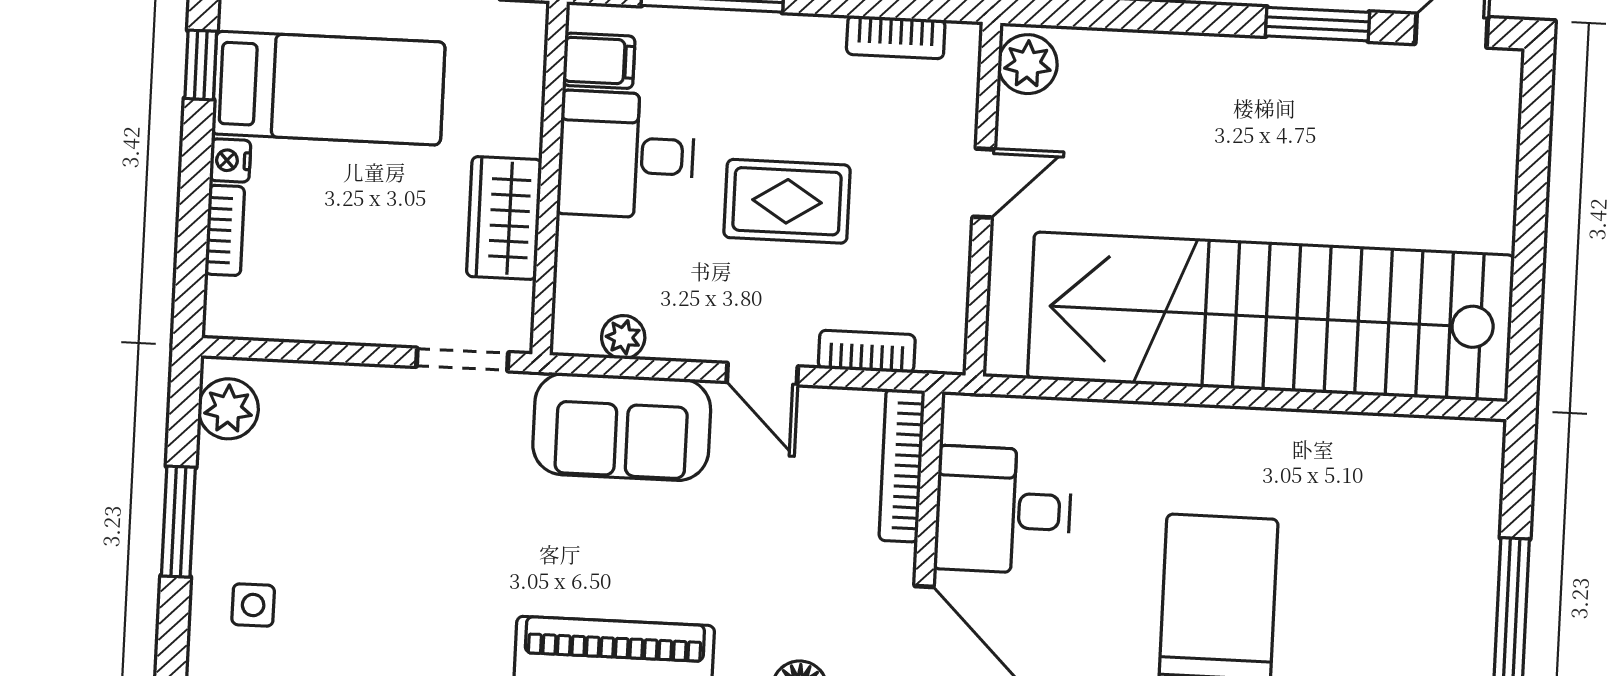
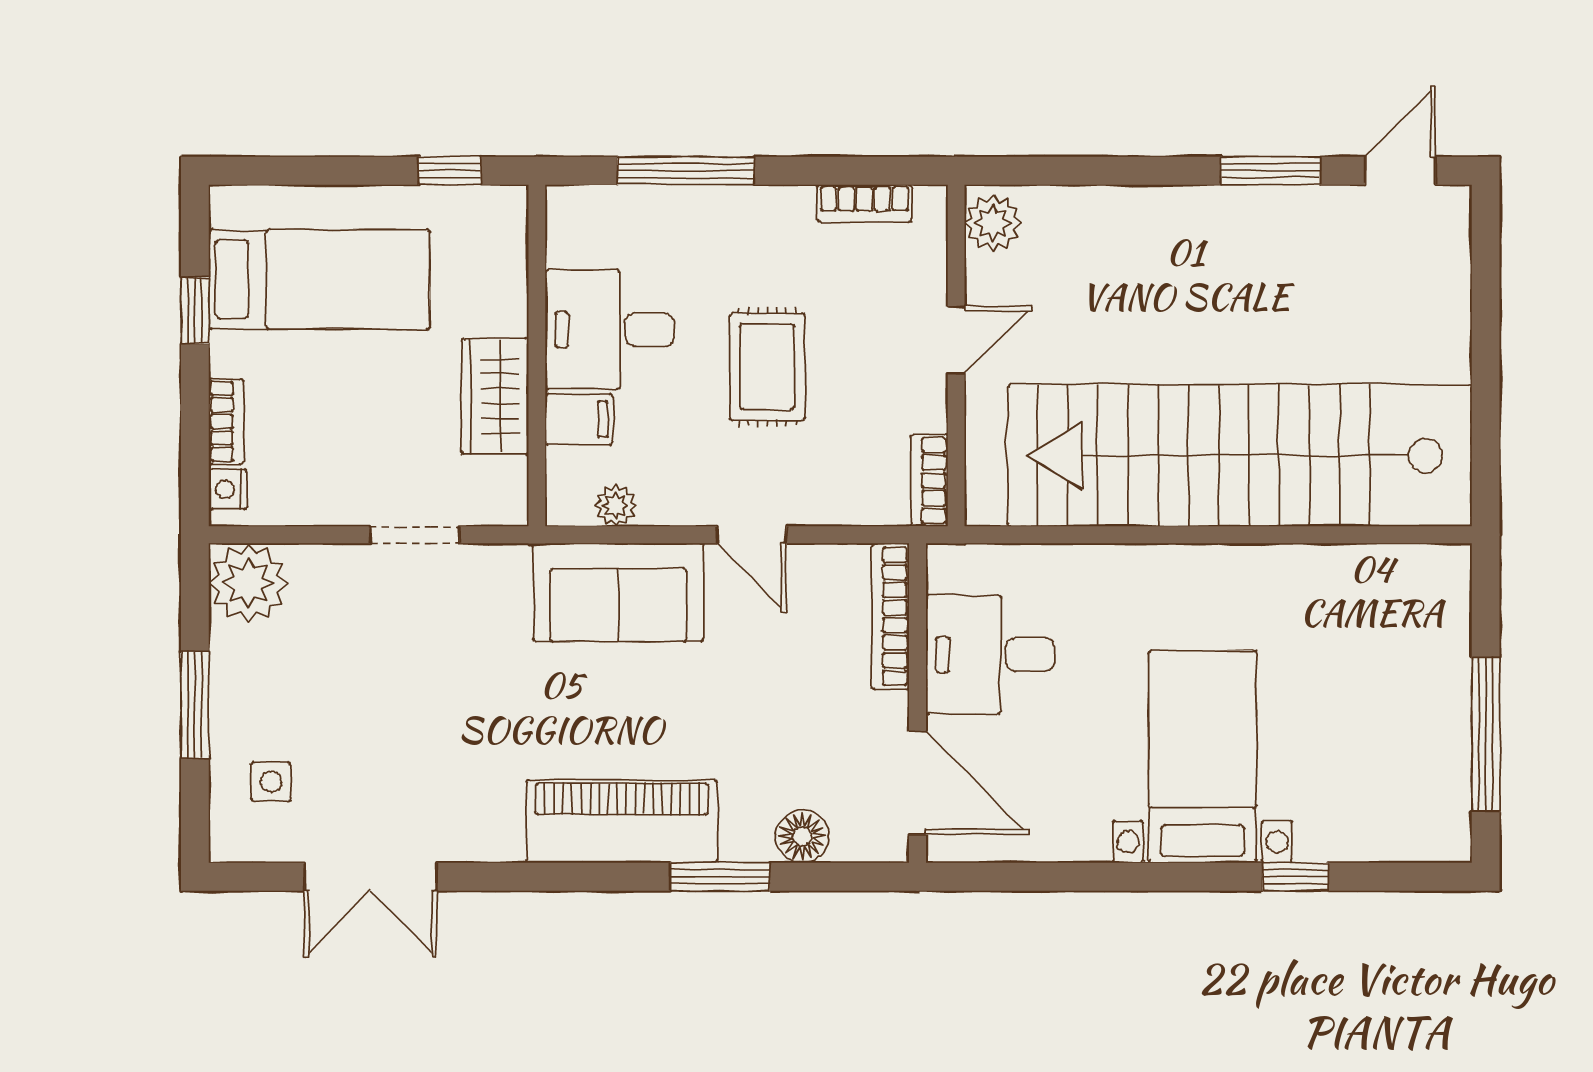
filing cabinet: (599, 61) -> (579, 419), moved
window: (201, 65) -> (195, 311), moved
nightstand: (230, 160) -> (228, 489), moved
rug: (787, 201) -> (767, 367), turned 90
bookcase: (867, 352) -> (929, 480), moved, turned -90
doorway: (462, 359) -> (415, 535), moved
plant: (228, 409) -> (248, 583), width x1.36, depth x1.36

